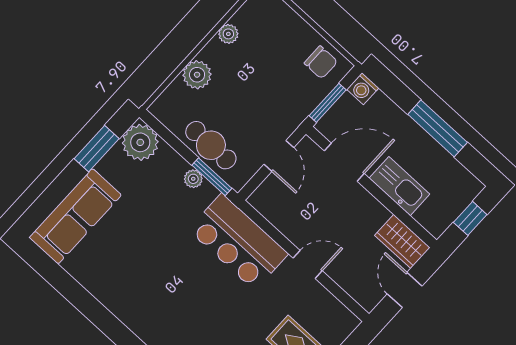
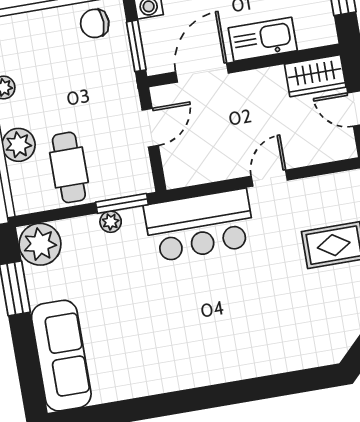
chair: (321, 62) -> (95, 23), turned 180
cafe table: (211, 145) -> (69, 167), moved, turned 90
door: (279, 156) -> (150, 128), hinge flipped

